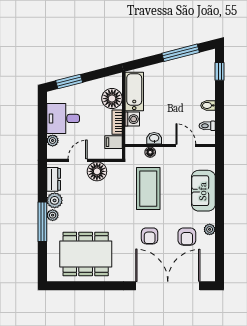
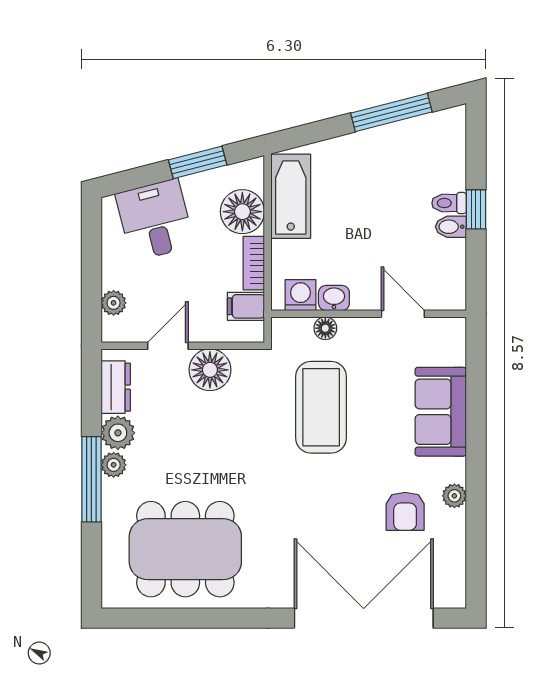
window: (220, 71) -> (476, 209), moved
window: (69, 81) -> (198, 162), moved
desk: (63, 118) -> (155, 220), moved, turned 76
washing machine: (132, 119) -> (300, 295), moved, turned -90
toilet: (207, 126) -> (449, 203), moved
armchair: (150, 236) -> (324, 510), removed

